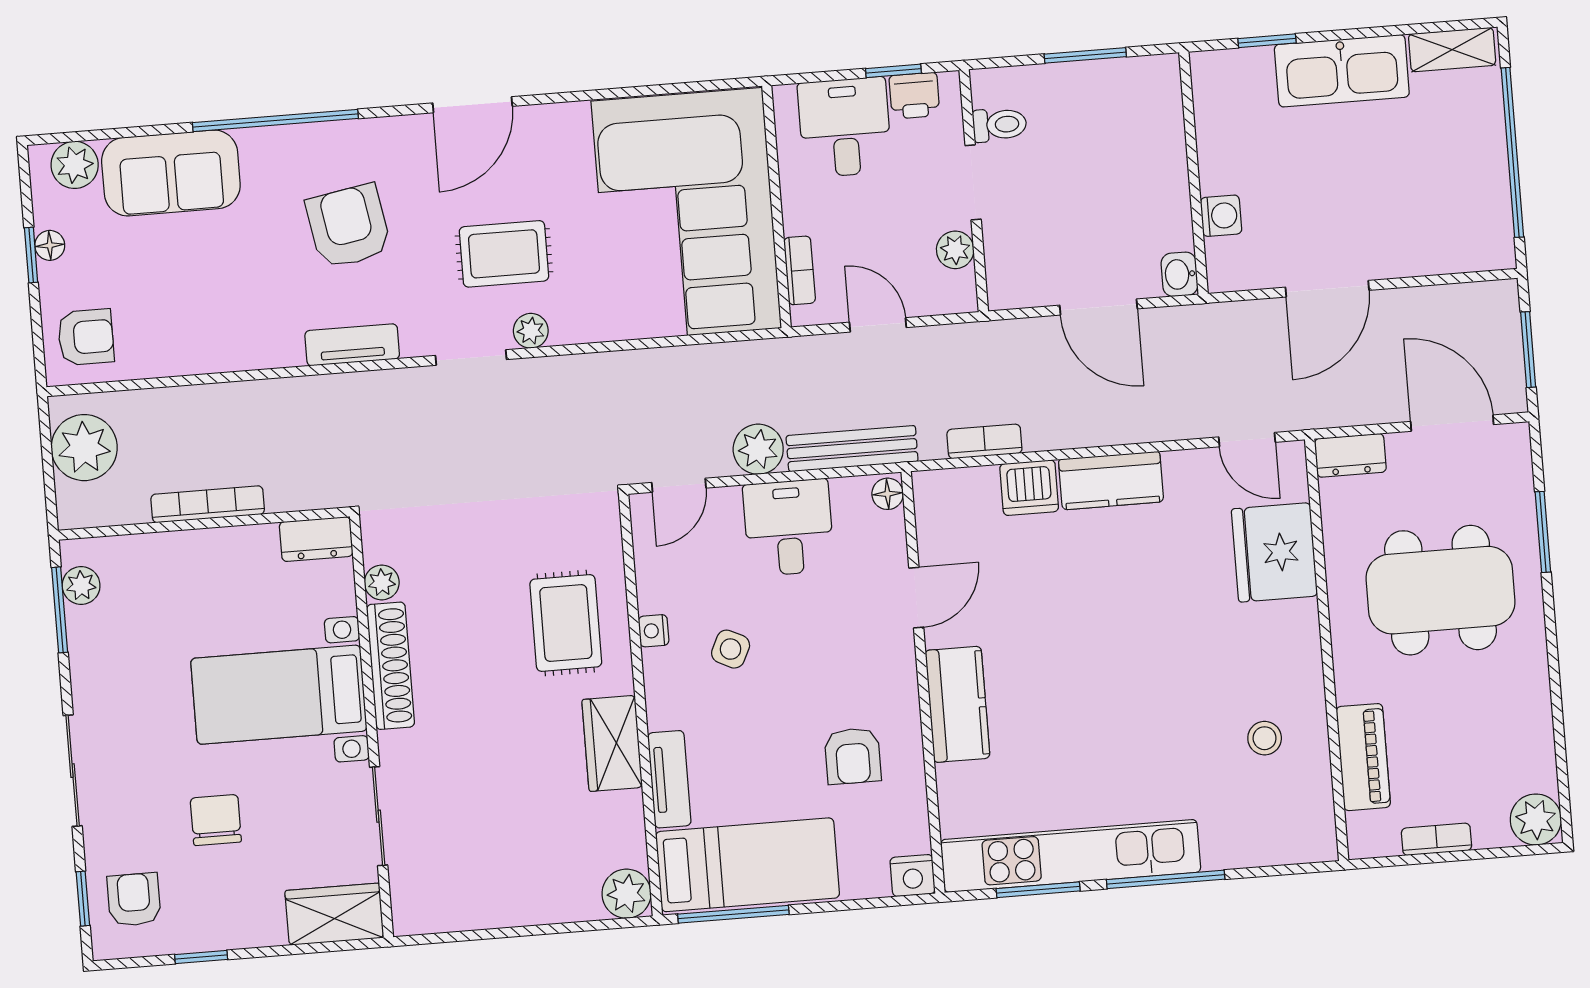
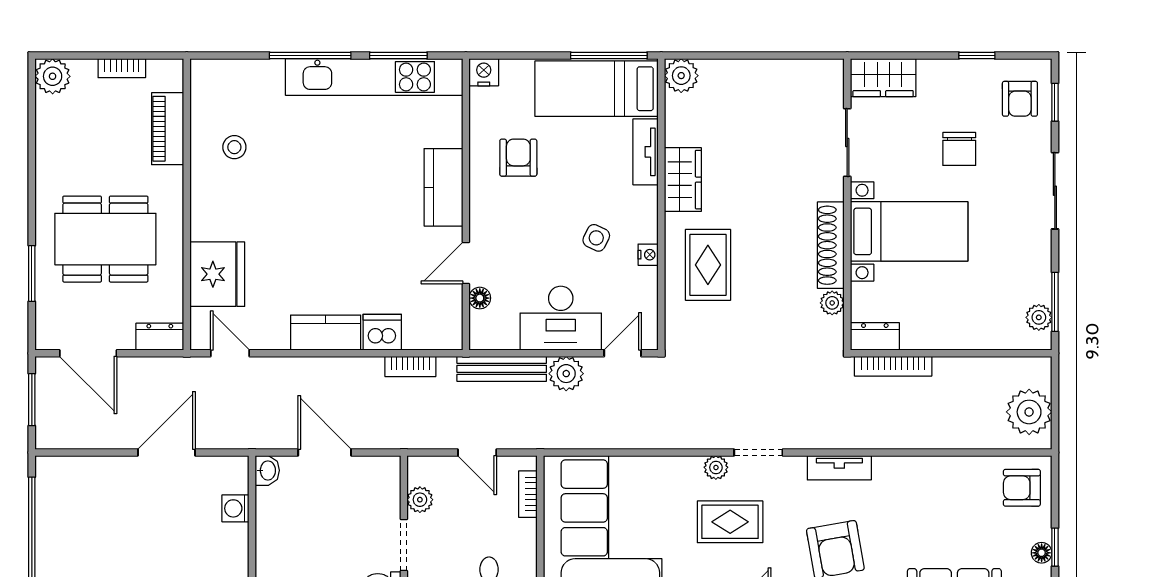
floor lamp: (888, 494) -> (480, 298), moved
bookcase: (208, 504) -> (893, 366), moved
desk: (789, 528) -> (561, 318), width x1.37

